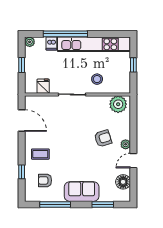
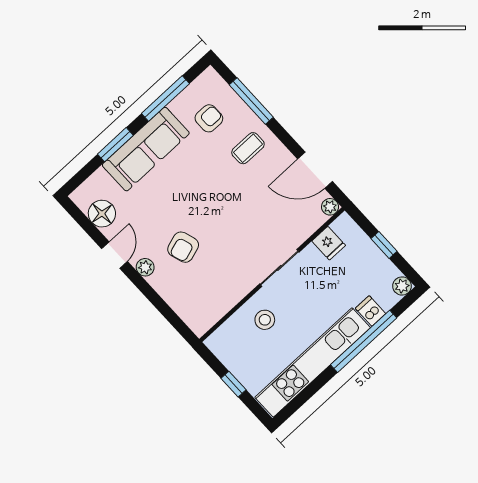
plant: (118, 104) -> (330, 207), moved, width x0.53, depth x0.53
window: (22, 172) -> (251, 101), width x2.17
sofa: (82, 192) -> (146, 149), width x1.36
window: (103, 204) -> (115, 145), moved

